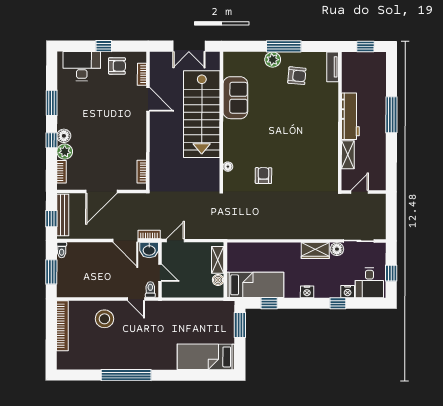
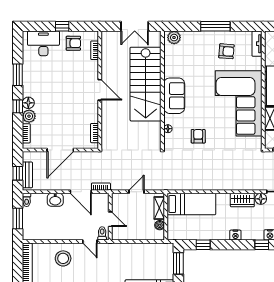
plant: (273, 60) -> (174, 38), moved
sofa: (235, 98) -> (174, 96), moved
door: (148, 99) -> (100, 90), moved
corner sofa: (311, 137) -> (239, 103), added
bench: (63, 215) -> (27, 175), width x0.73
door: (175, 241) -> (137, 192), moved
washbasin: (149, 250) -> (55, 200), moved
bed: (255, 285) -> (191, 204), moved

